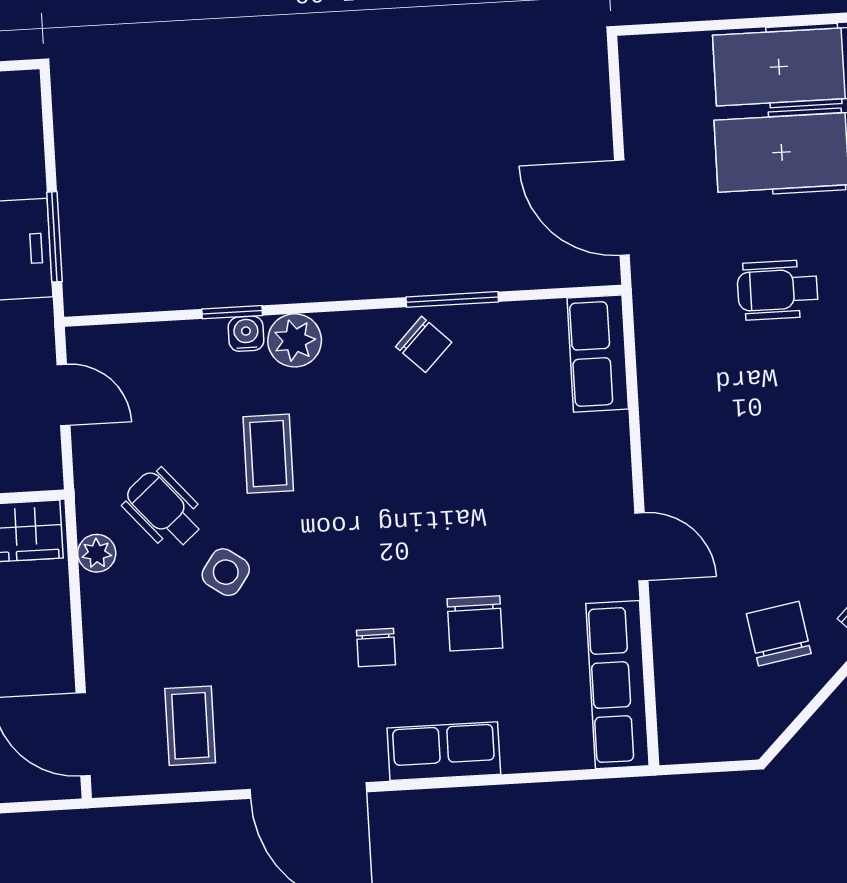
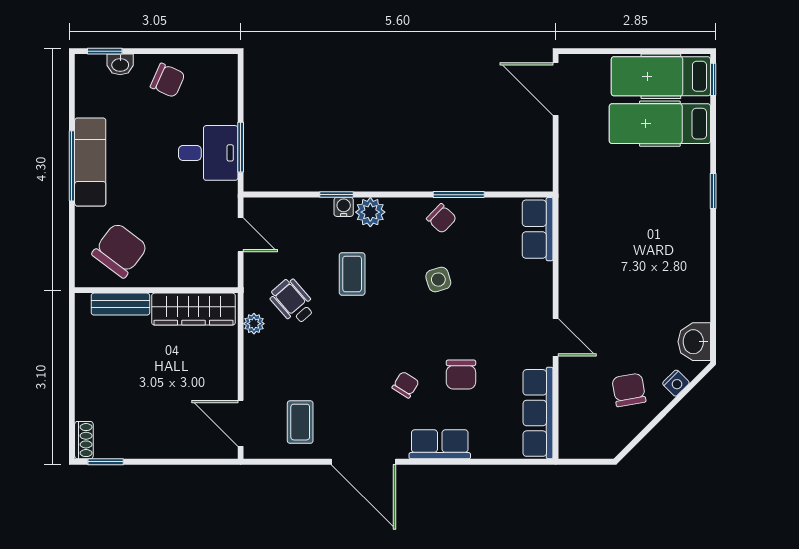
door: (622, 208) -> (556, 89), moved
wheelchair: (778, 290) -> (639, 200), removed
side table: (226, 572) -> (438, 280), moved, turned 38
chair: (376, 647) -> (406, 385), turned -148

